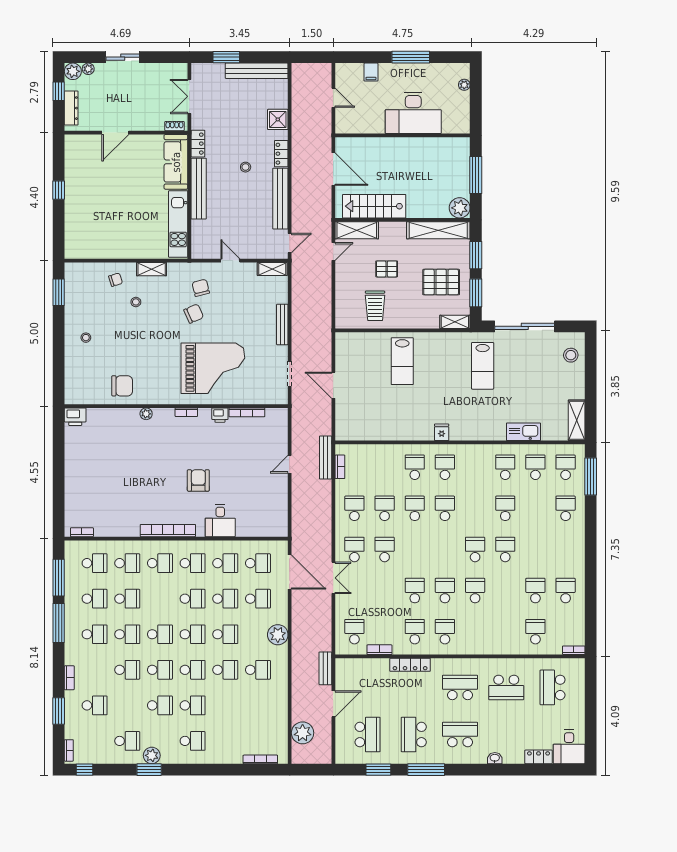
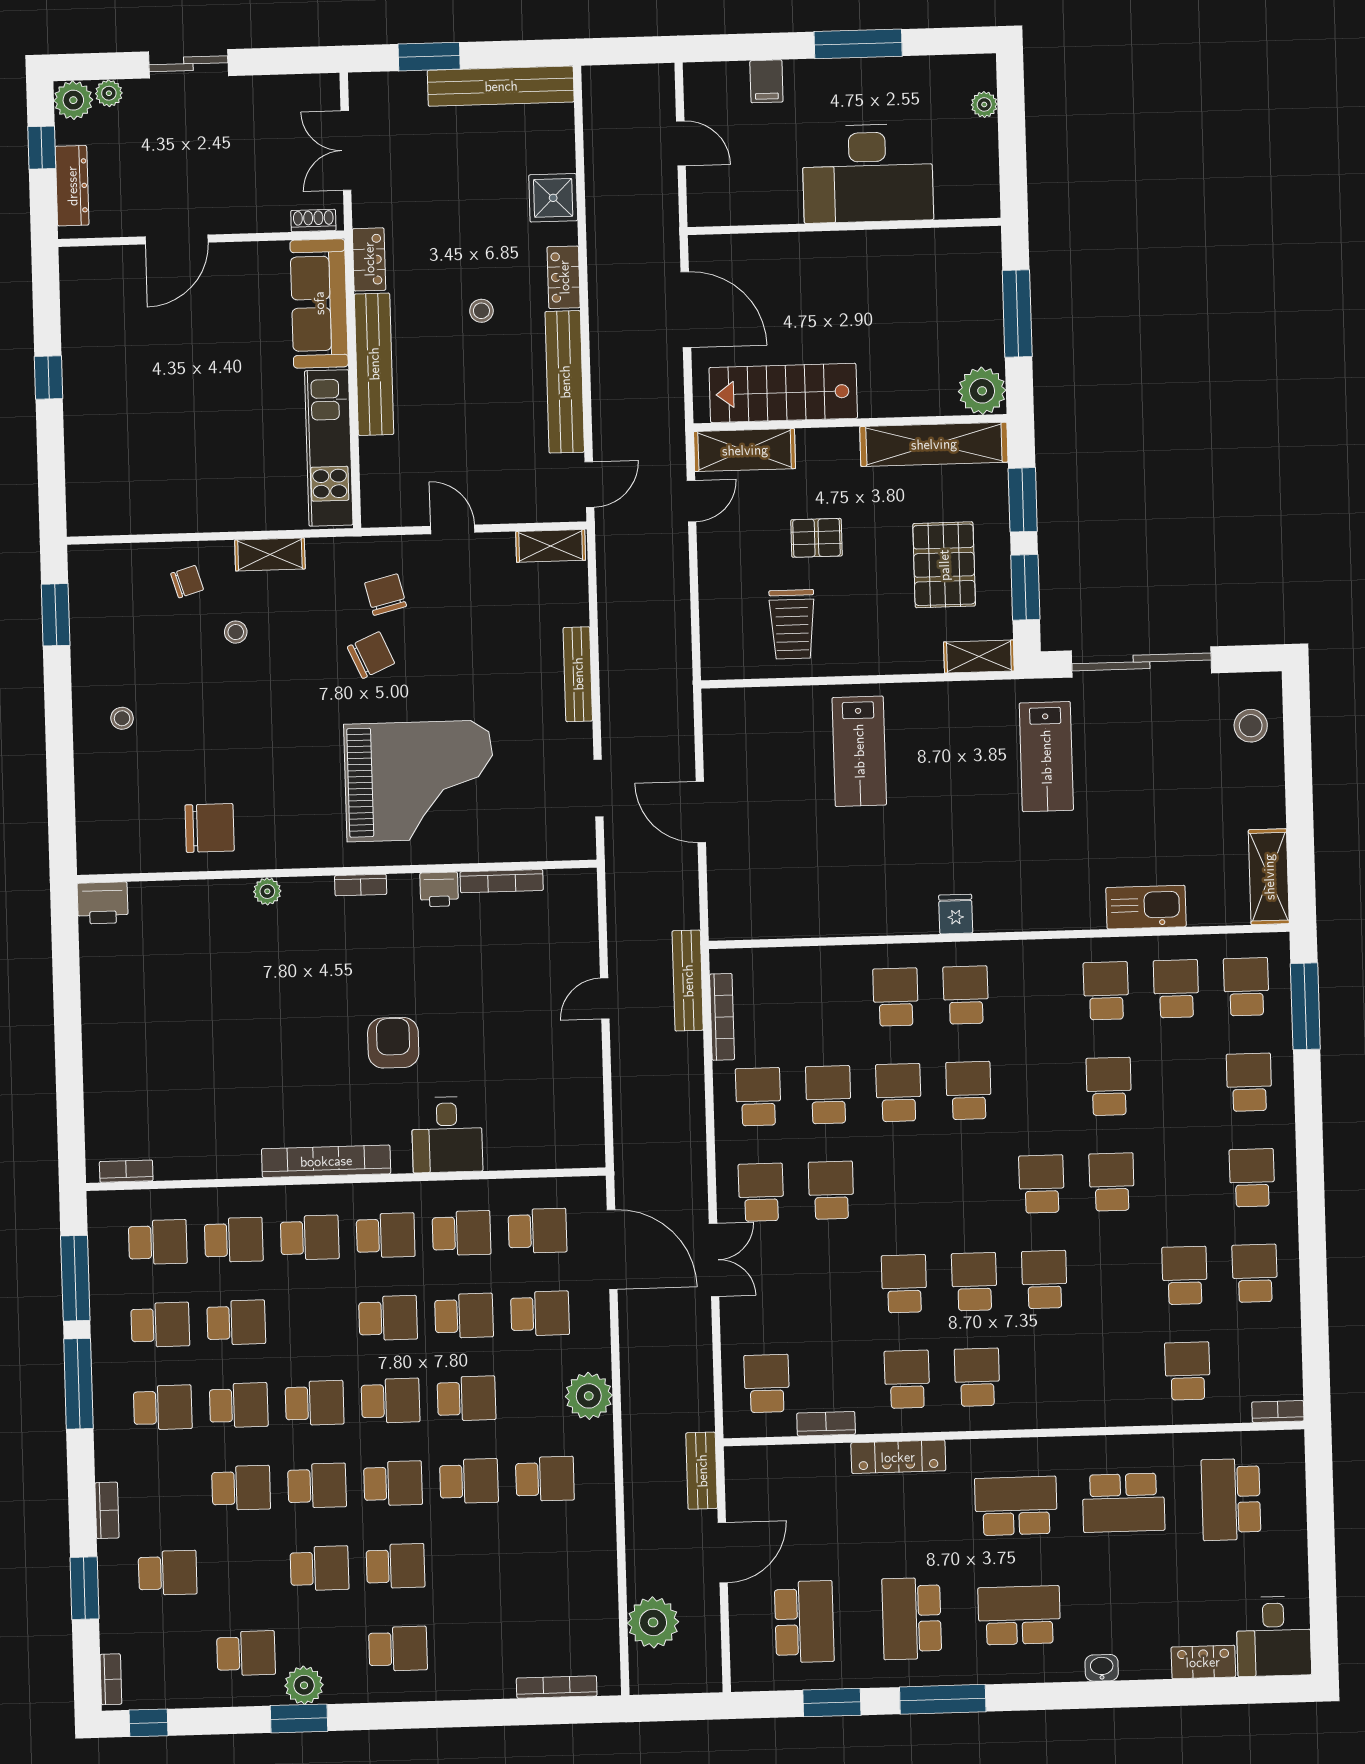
pallet: (441, 282) -> (944, 565), turned 90
bookcase: (340, 467) -> (722, 1017), width x1.56
school desk: (566, 549) -> (1252, 1178), added

